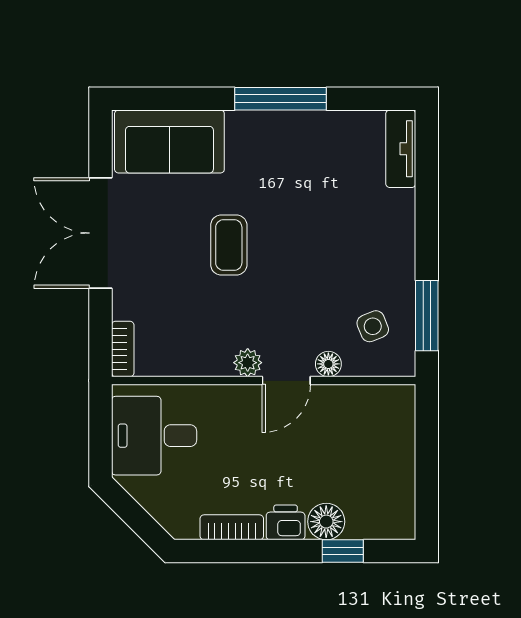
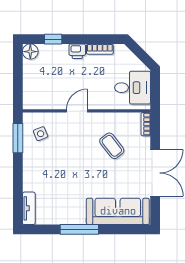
sofa: (169, 141) -> (118, 211), width x1.36
coffee table: (229, 245) -> (112, 146), moved, turned -38
plant: (248, 363) -> (93, 118), removed
floor lamp: (328, 364) -> (59, 118), removed
floor lamp: (326, 522) -> (30, 52), moved

